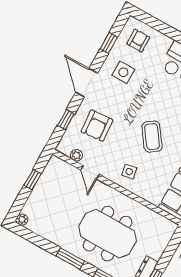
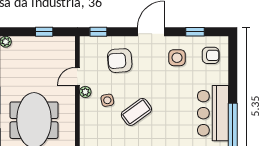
window: (66, 120) -> (98, 32), moved
plant: (76, 155) -> (85, 92), moved
side table: (129, 172) -> (107, 100), moved

